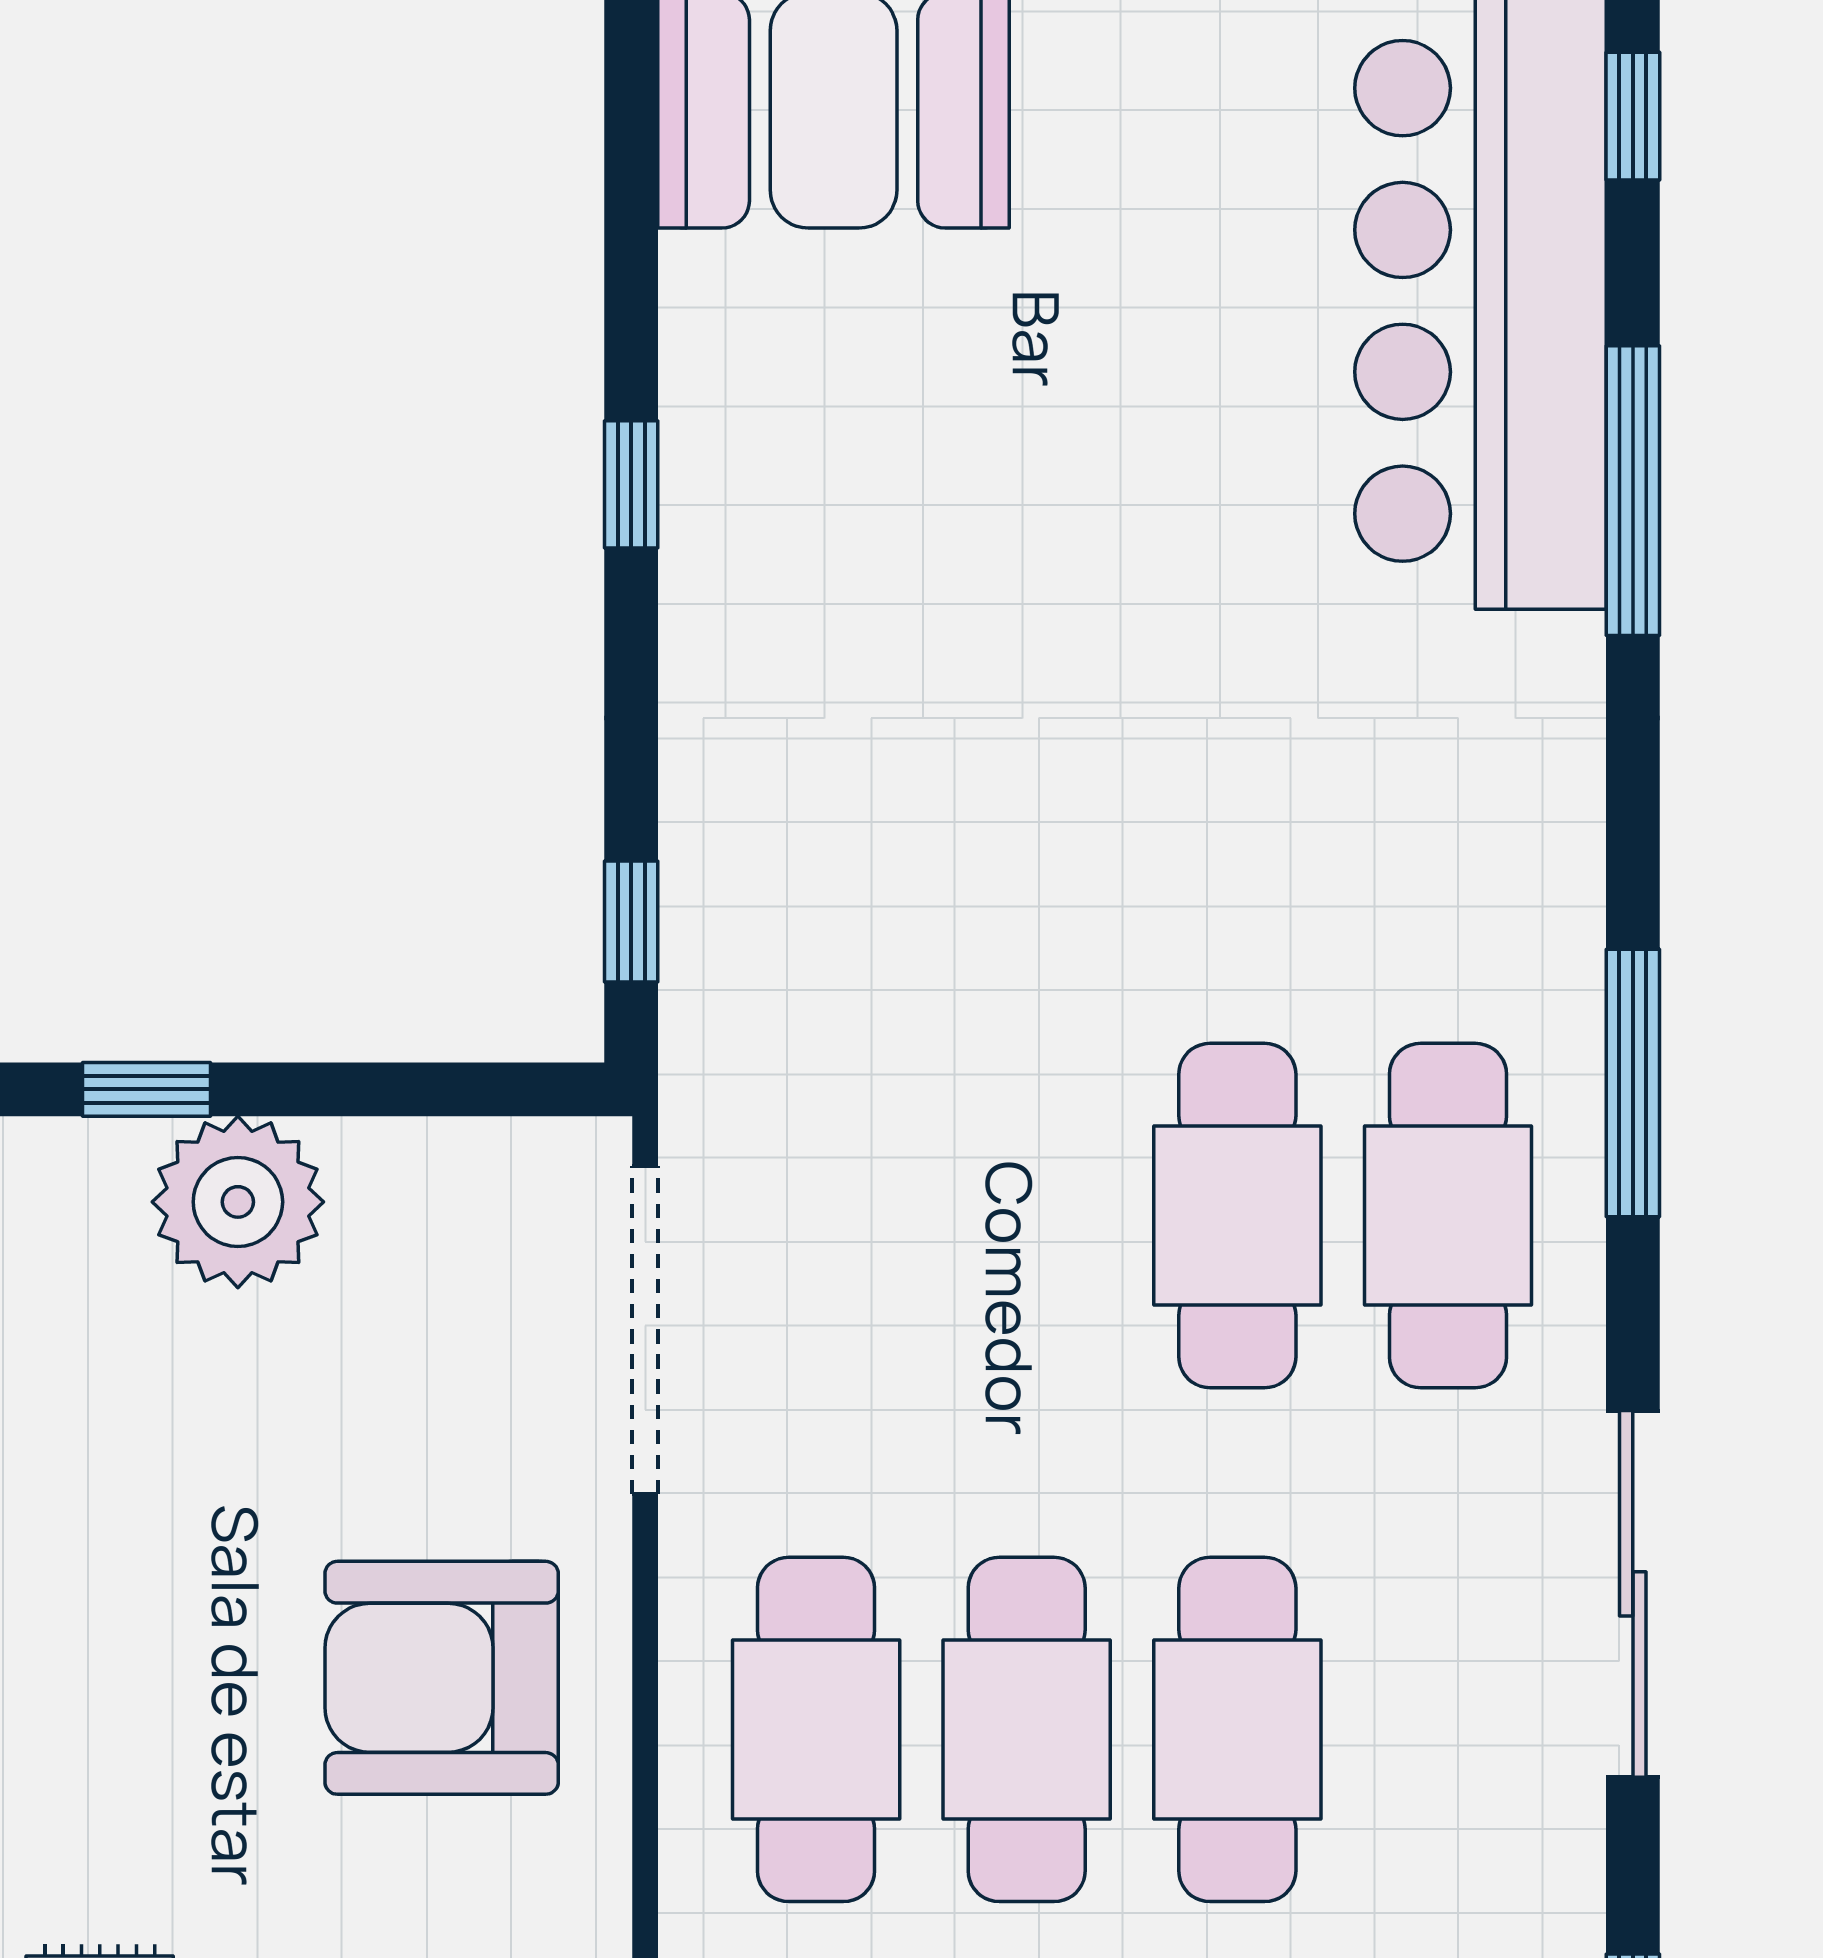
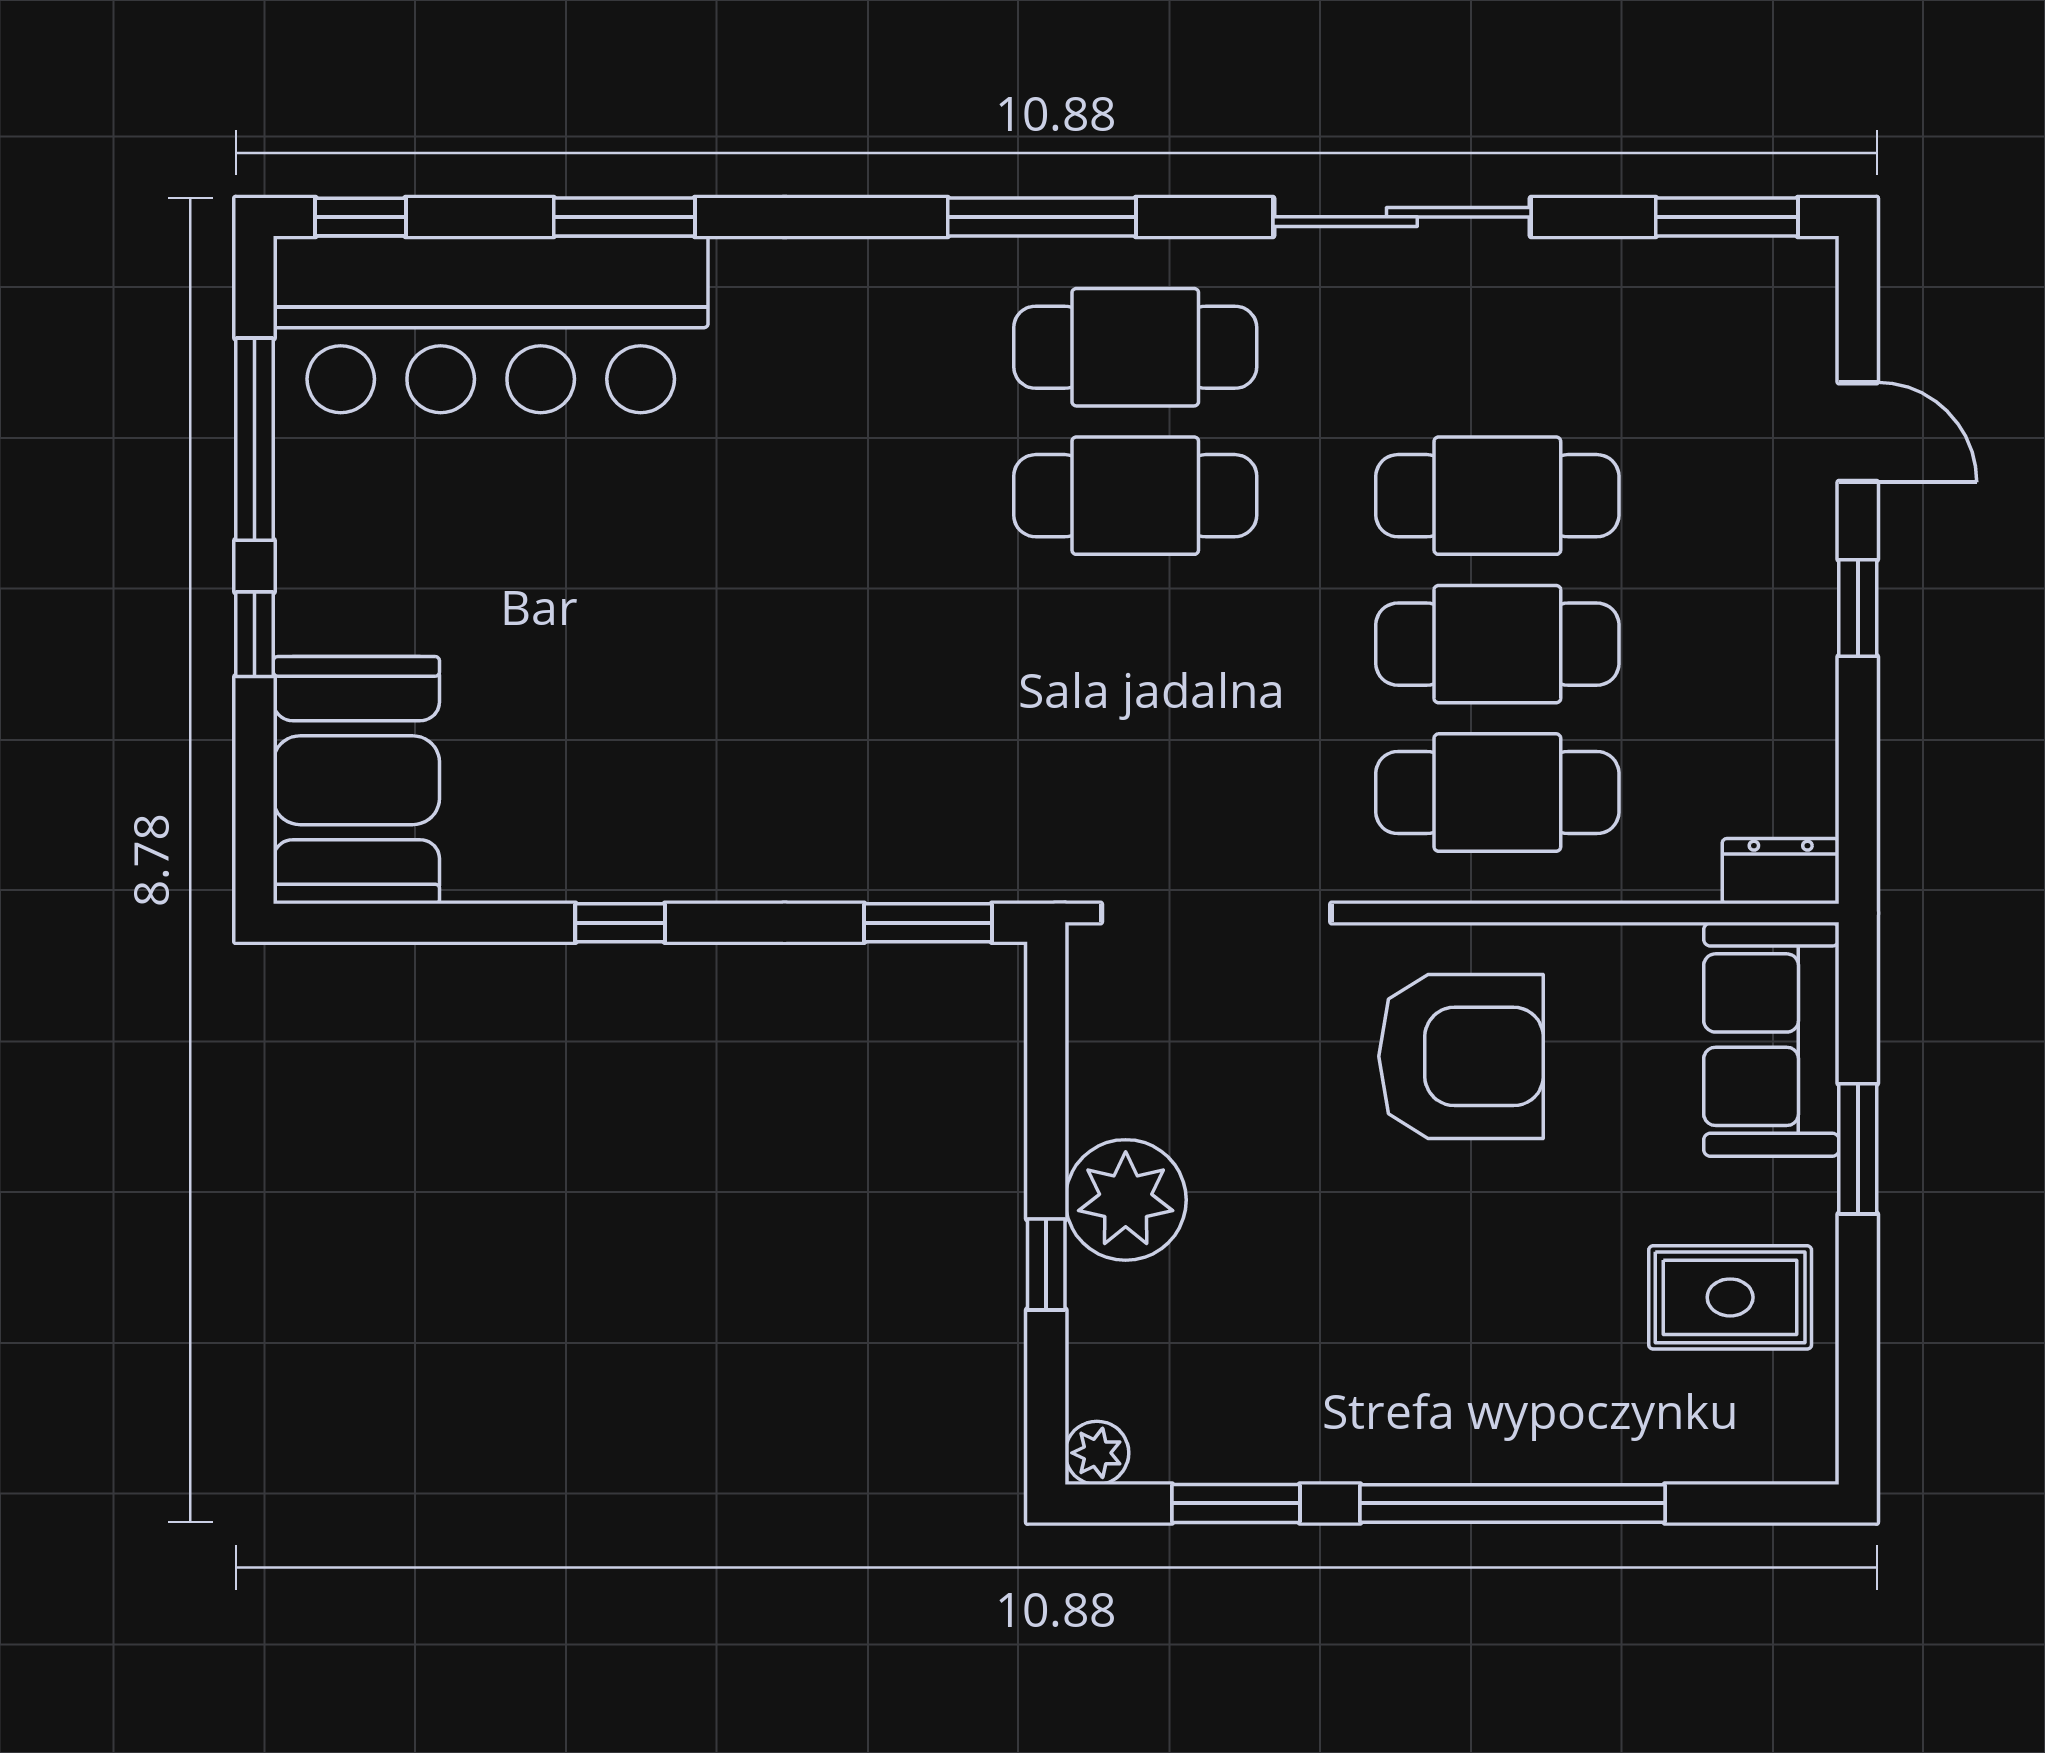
window: (1633, 491) -> (624, 217), width x0.69
window: (631, 922) -> (928, 923), width x1.50
armchair: (442, 1678) -> (1461, 1056), turned -90

